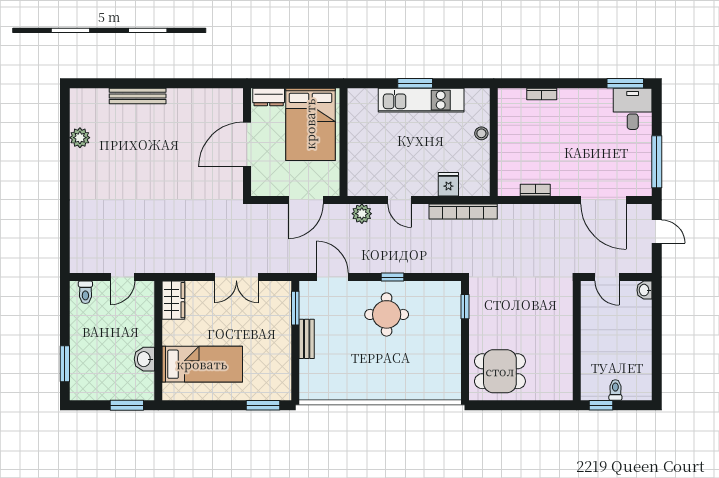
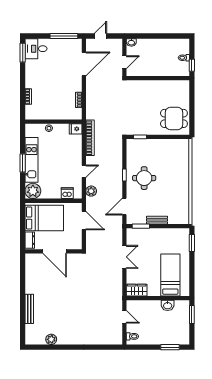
plant: (362, 103) -> (33, 191), added
dishwasher: (358, 168) -> (67, 193), added
fridge: (448, 184) -> (76, 129), moved
dining table: (500, 371) -> (174, 118), turned 90

